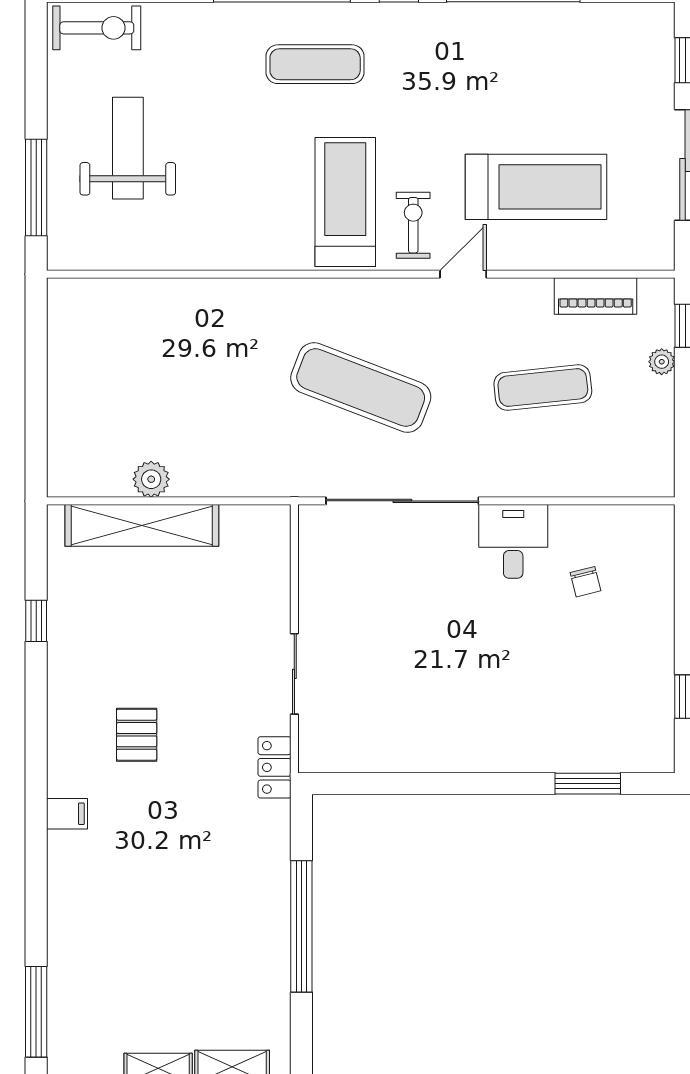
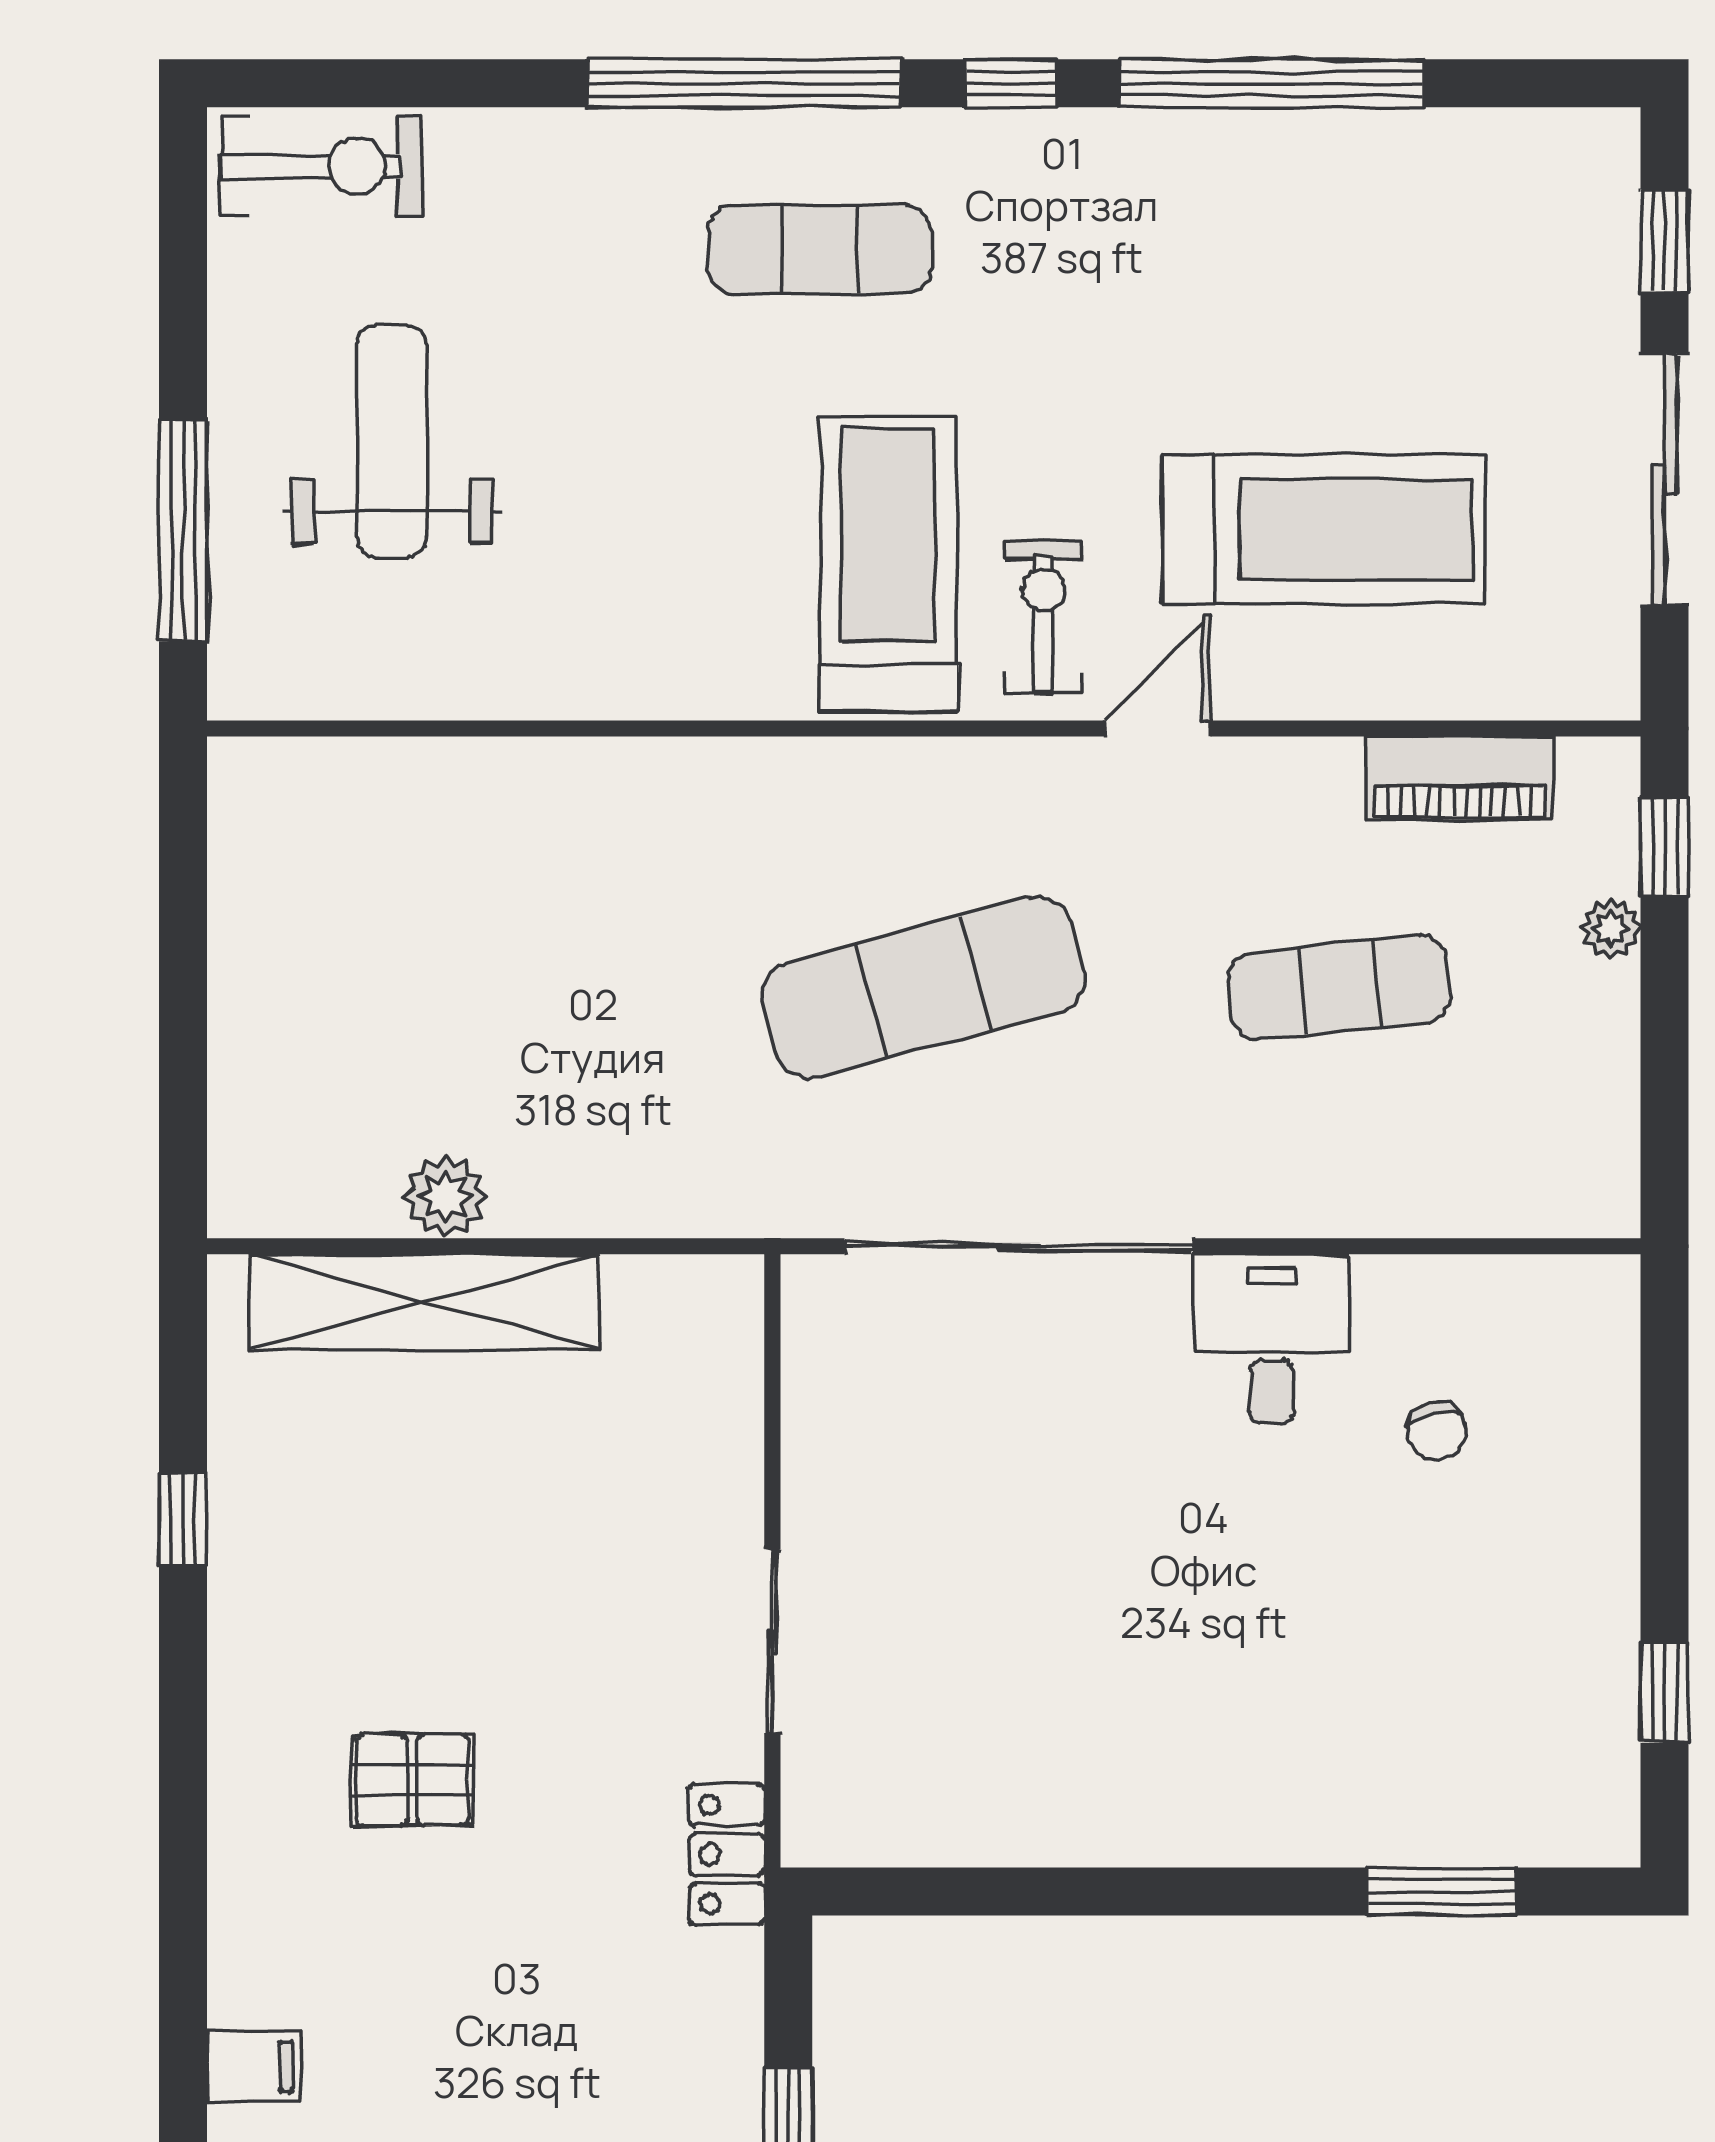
exercise mat: (361, 388) -> (924, 987), turned -36
pallet: (137, 735) -> (412, 1780), turned 90
filing cabinet: (67, 814) -> (253, 2066), moved

